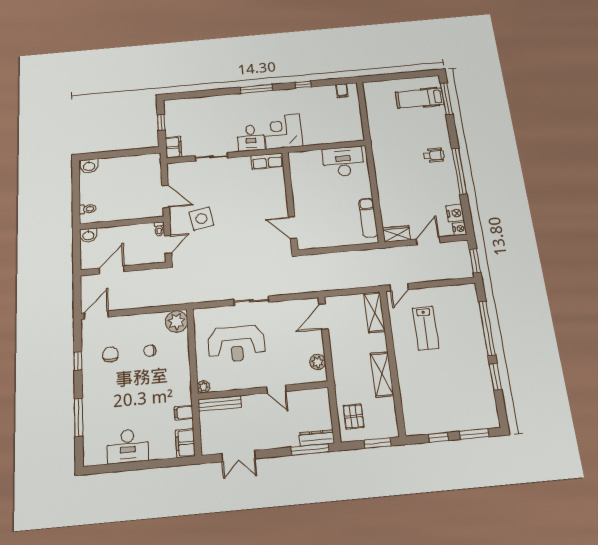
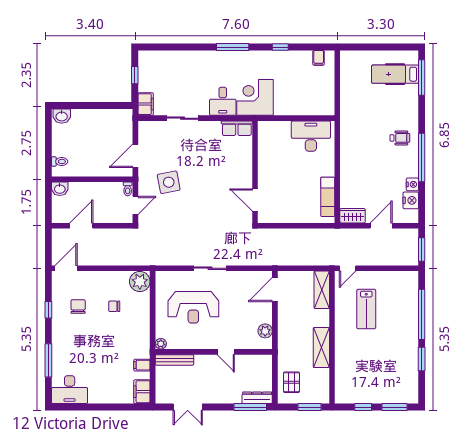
door: (166, 196) -> (135, 156), swing flipped
nightstand: (460, 229) -> (412, 184), moved
desk: (128, 446) -> (70, 390), moved

